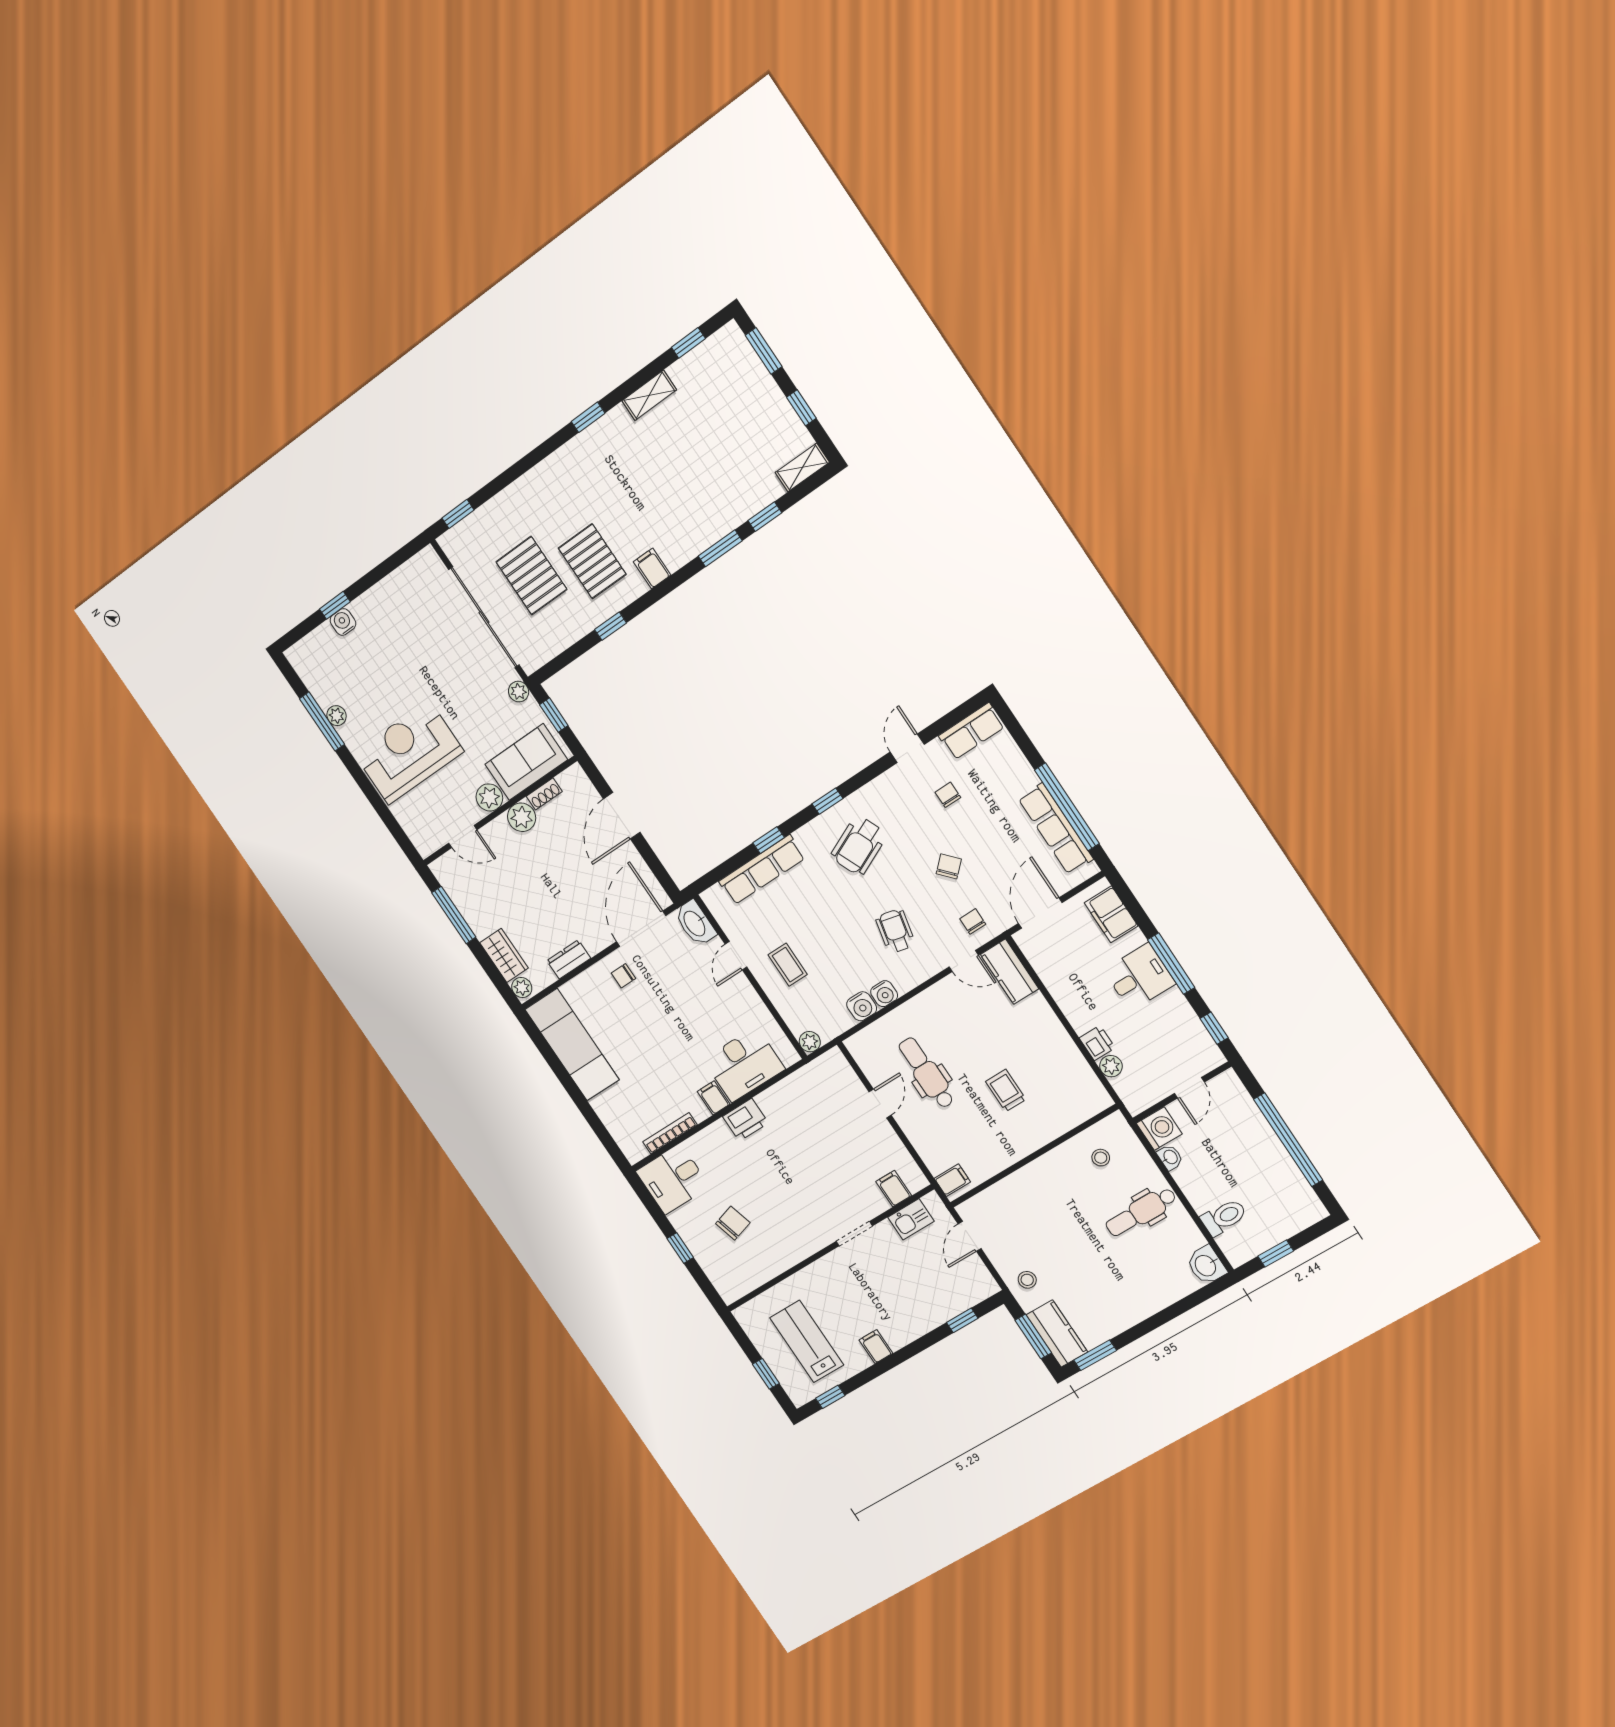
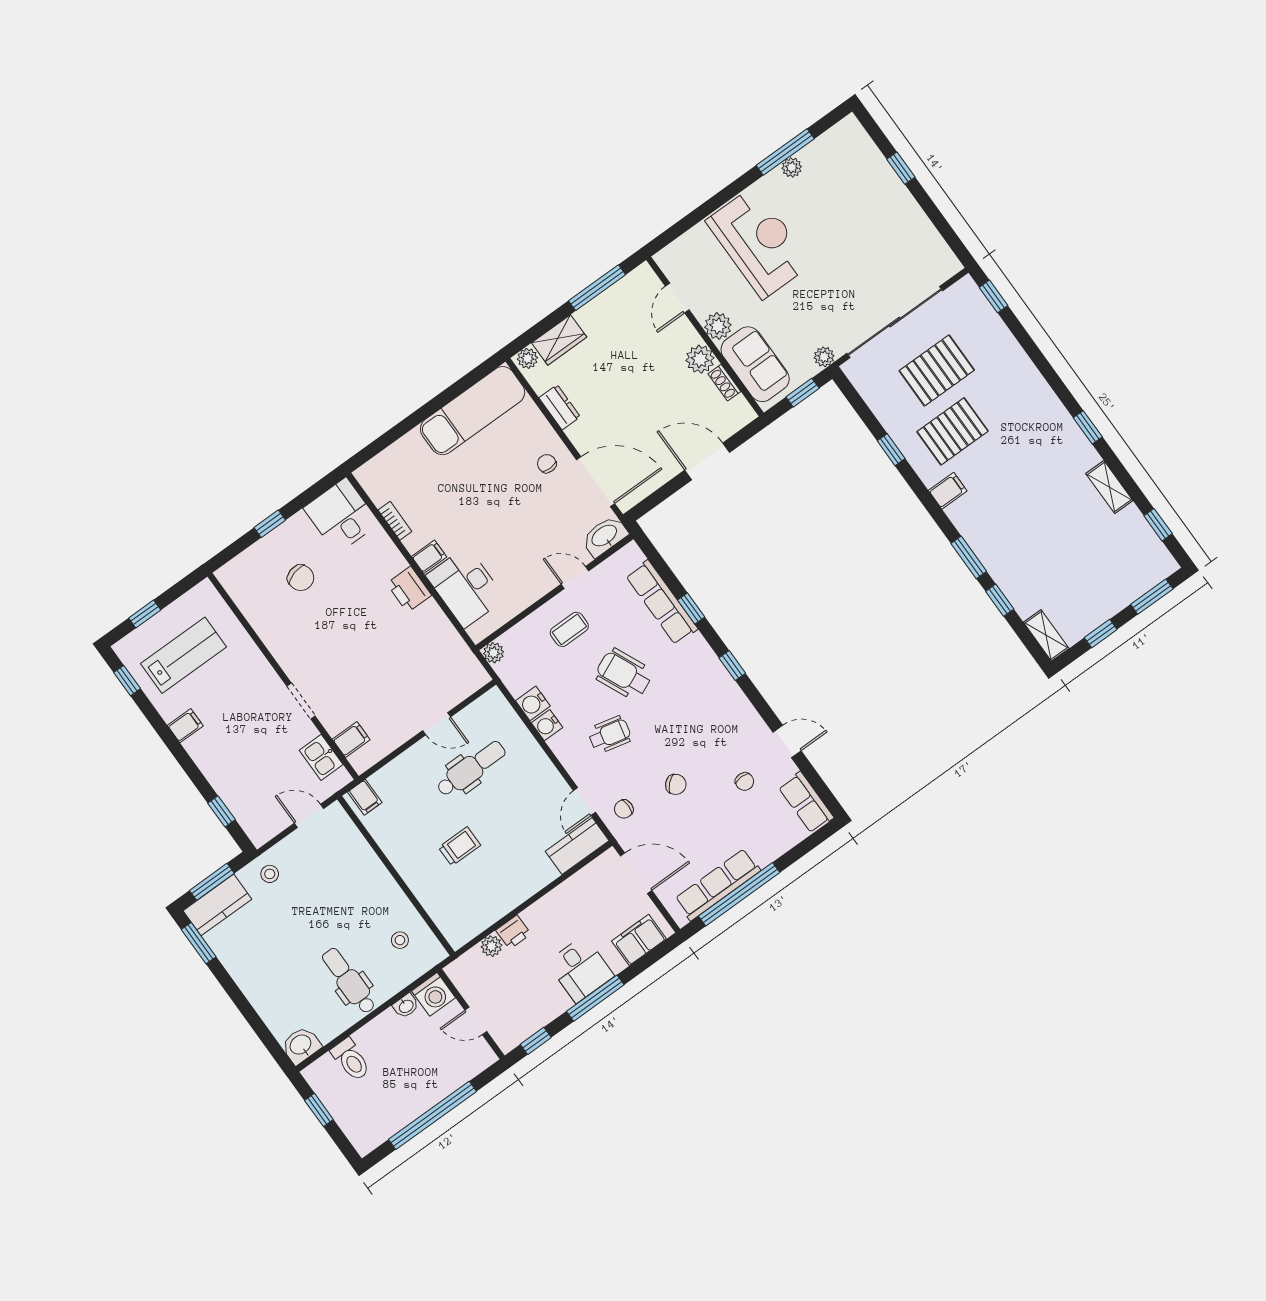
water cooler: (343, 622) -> (885, 176), removed
chair: (948, 795) -> (745, 782), turned 90
wheelchair: (859, 846) -> (624, 674), moved
chair: (973, 921) -> (624, 809), turned 180
bookcase: (670, 1133) -> (395, 521), width x0.64

